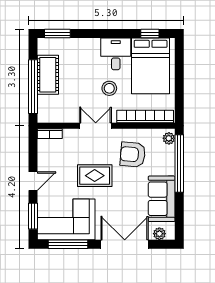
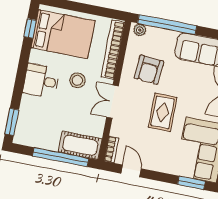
desk: (116, 54) -> (41, 81), moved
cot: (48, 75) -> (80, 145), moved
door: (33, 181) -> (131, 171), moved

